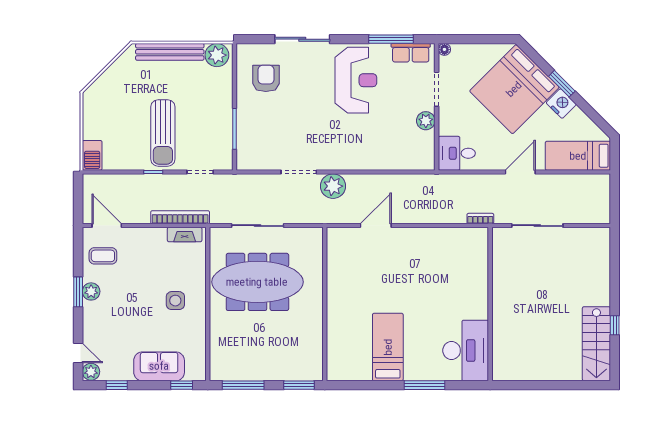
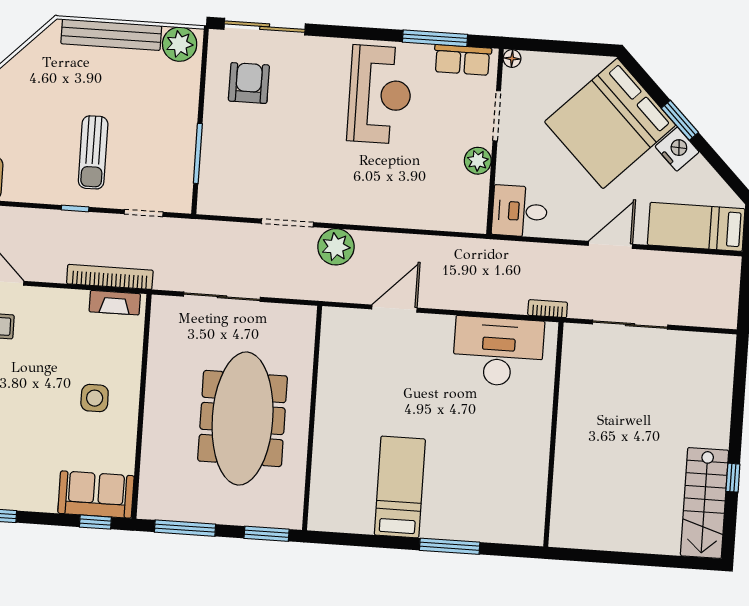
sliding door: (302, 39) -> (265, 27), moved
sun lounger: (163, 133) -> (93, 152), width x0.73, depth x0.75
meeting table: (257, 282) -> (243, 419), moved, turned 90
desk: (466, 350) -> (498, 351), moved, turned -90
sofa: (159, 366) -> (96, 495), moved

